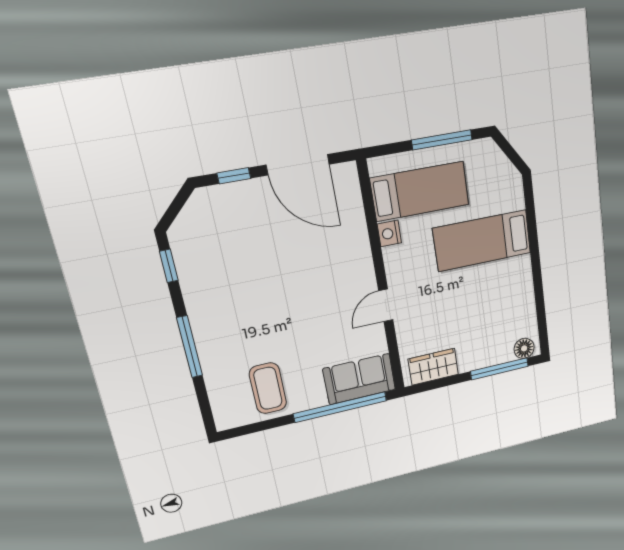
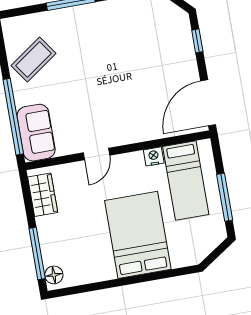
door: (298, 165) -> (208, 103), moved
bed: (482, 241) -> (138, 235), width x1.50
door: (386, 305) -> (96, 154), swing flipped
coffee table: (268, 388) -> (34, 59), turned -35

